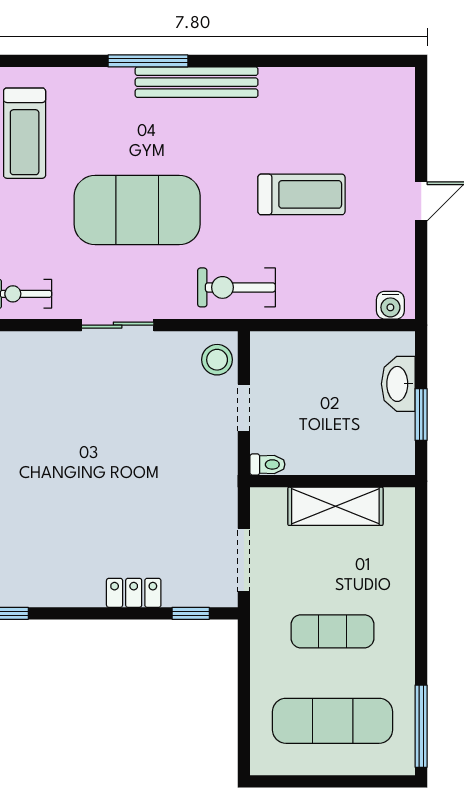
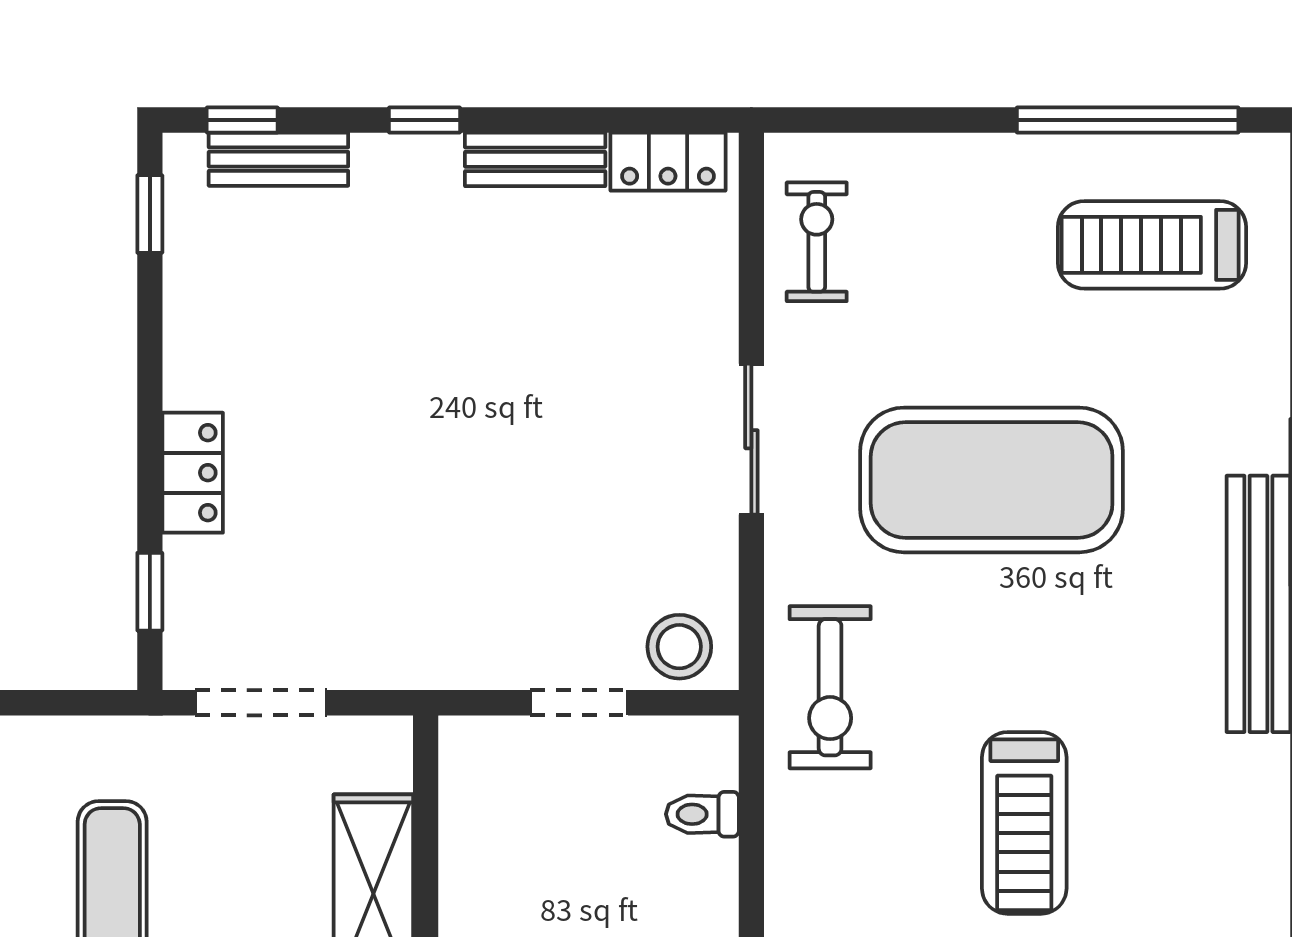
exercise mat: (137, 210) -> (992, 480), turned 90
exercise bike: (236, 287) -> (830, 687), turned 180
toilet: (267, 464) -> (702, 814), moved, turned 90

